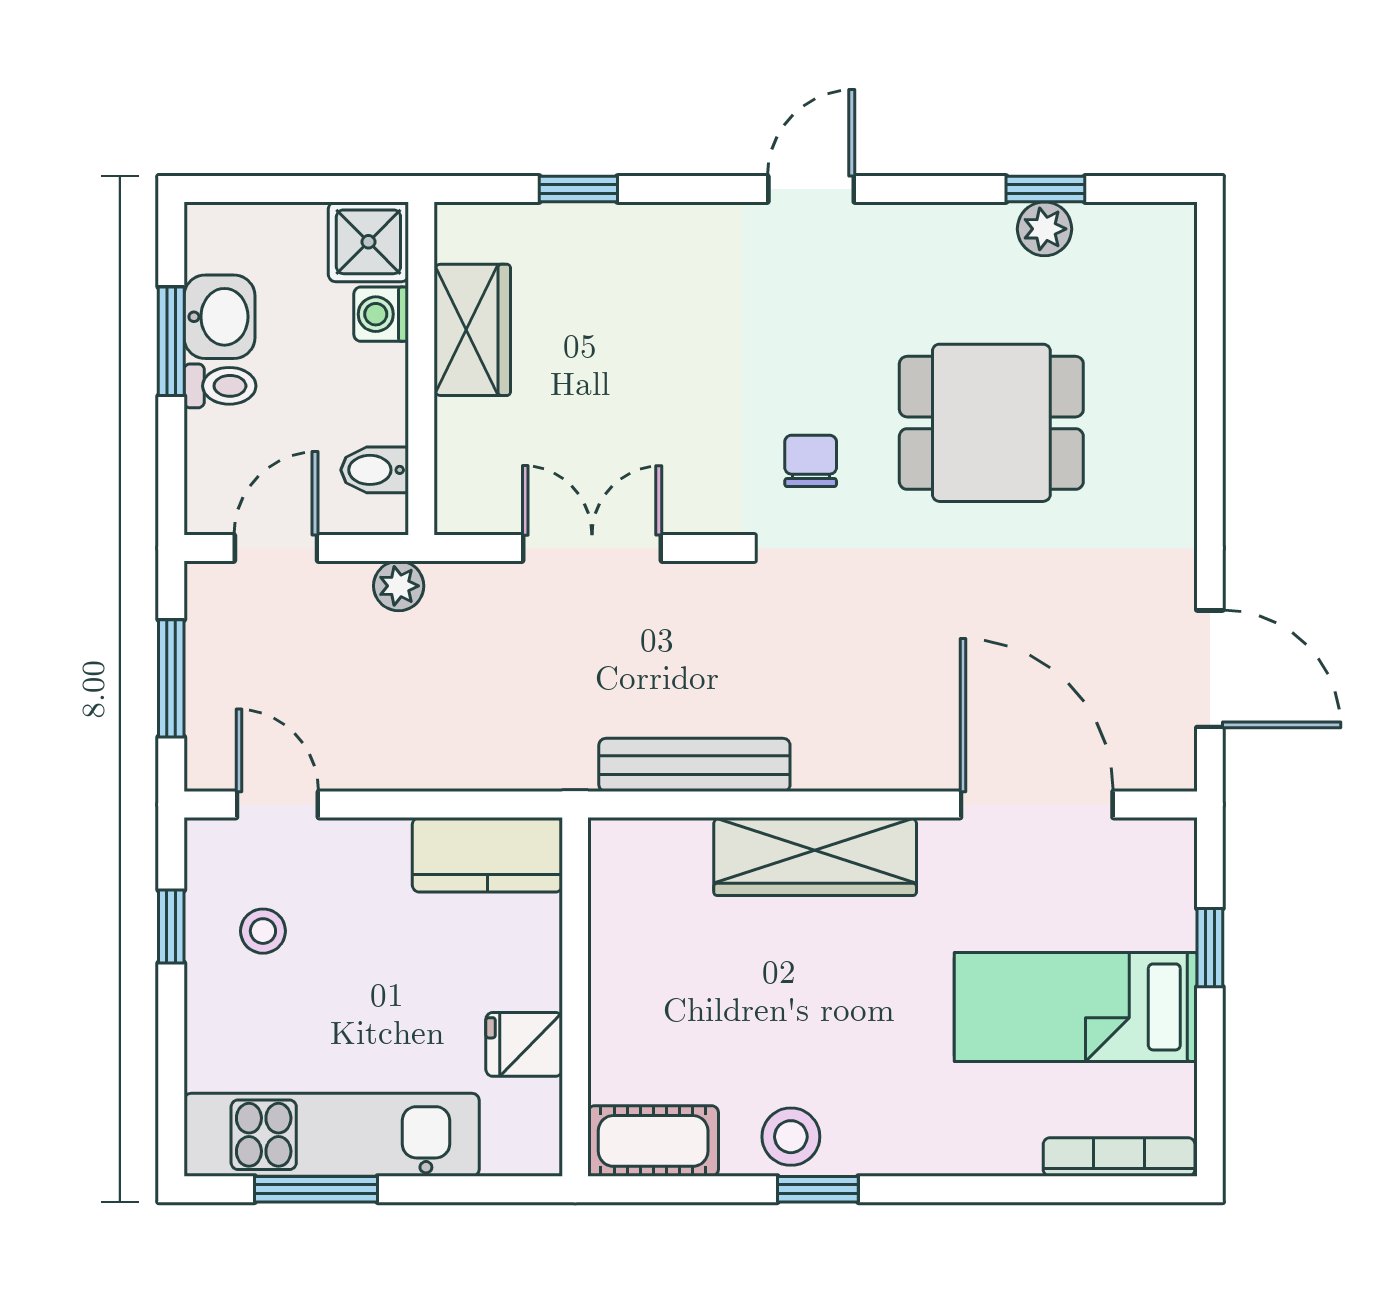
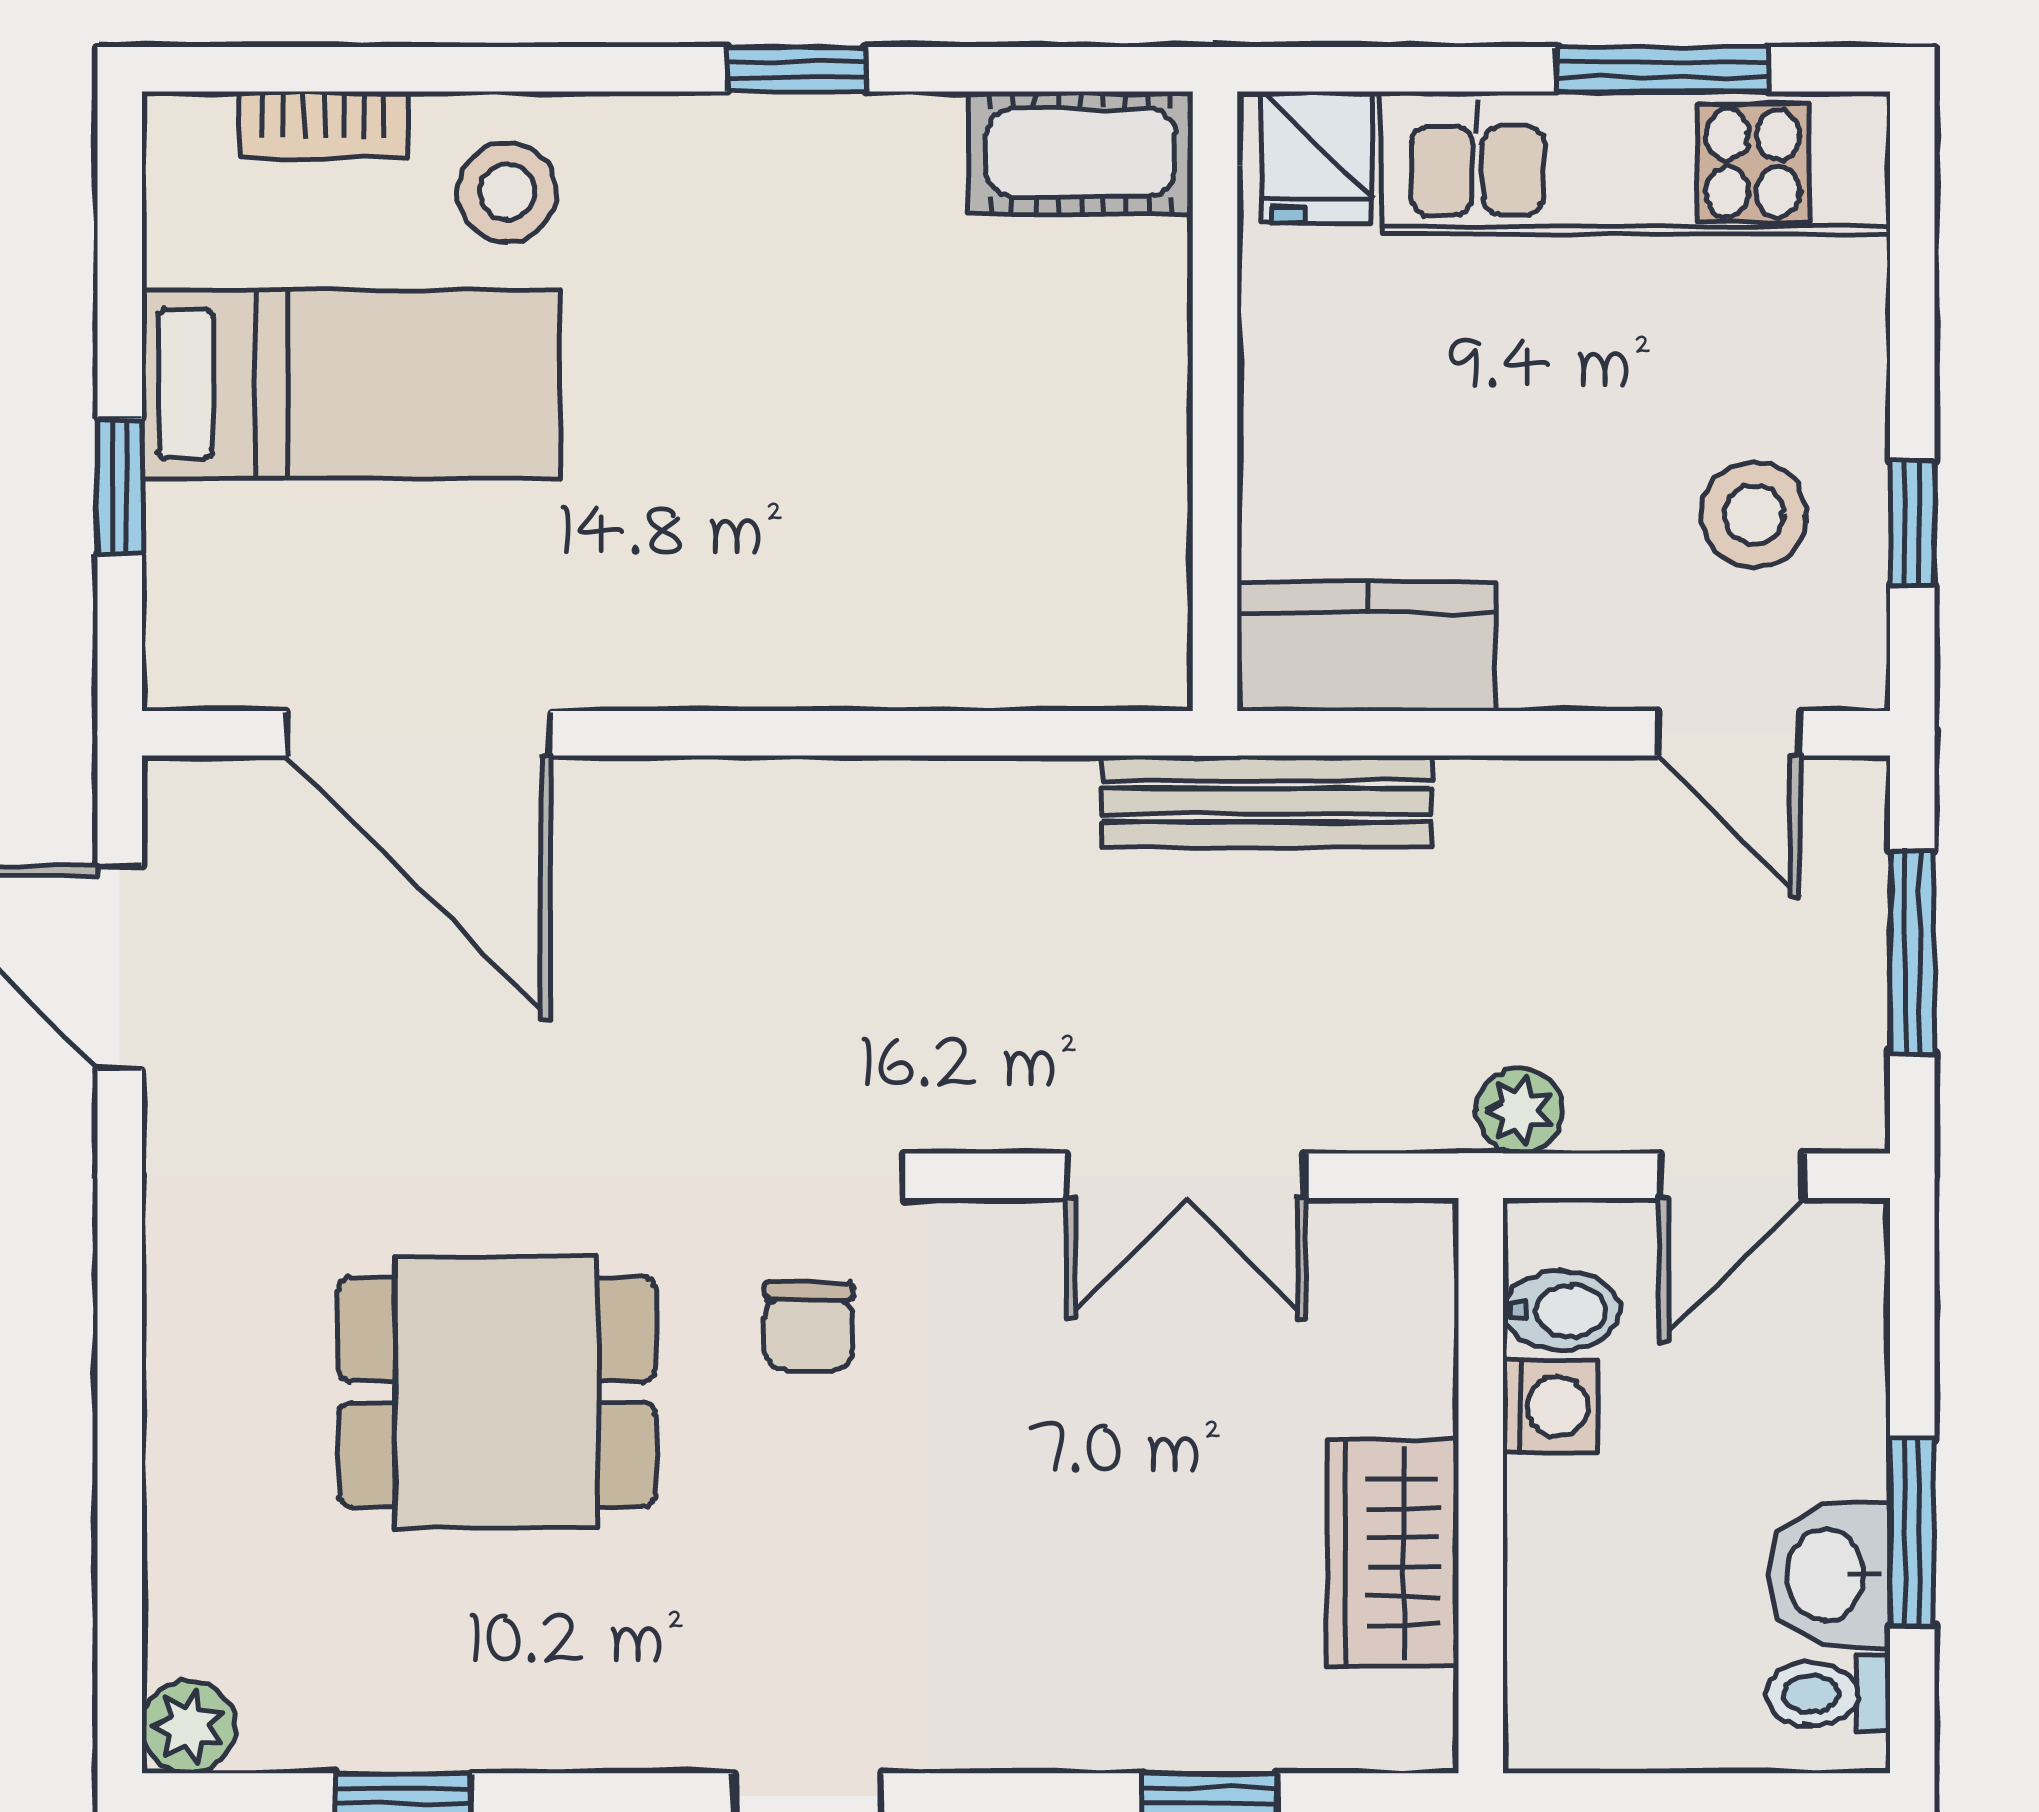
plant: (1044, 229) -> (188, 1727), moved
shower: (368, 242) -> (1572, 1704), removed
washing machine: (381, 314) -> (1550, 1406), moved
toilet: (220, 386) -> (1828, 1694), moved
bench: (694, 765) -> (1267, 802), moved
wardrobe: (815, 856) -> (801, 644), removed
stool: (263, 931) -> (1754, 515), width x1.37, depth x1.37
fridge: (524, 1044) -> (1317, 157), moved, turned 90
stool: (791, 1137) -> (507, 192), moved
bookcase: (1119, 1157) -> (323, 125), width x0.64

